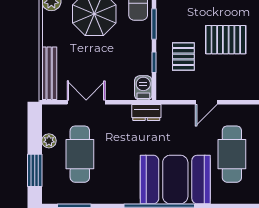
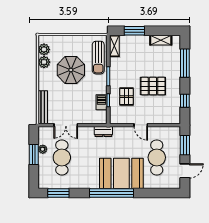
barbecue: (143, 88) -> (101, 102), moved
double door: (86, 102) -> (66, 125), swing flipped
door: (206, 102) -> (141, 125), hinge flipped
window: (35, 170) -> (34, 154), moved

